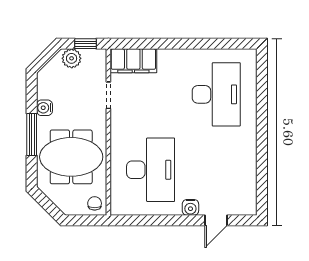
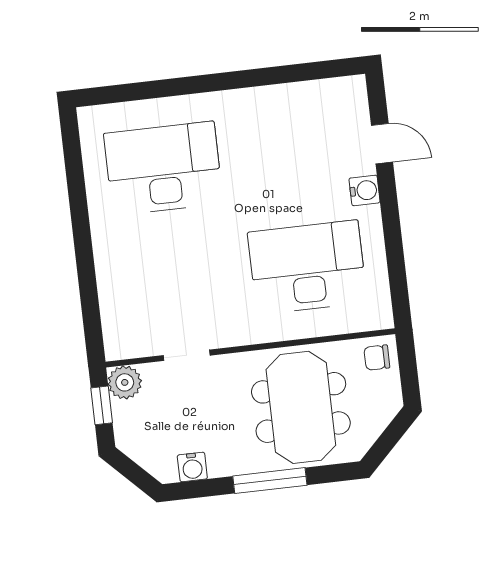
plant: (72, 58) -> (125, 382), moved
filing cabinet: (133, 61) -> (122, 319), removed
water cooler: (44, 108) -> (192, 467), moved

